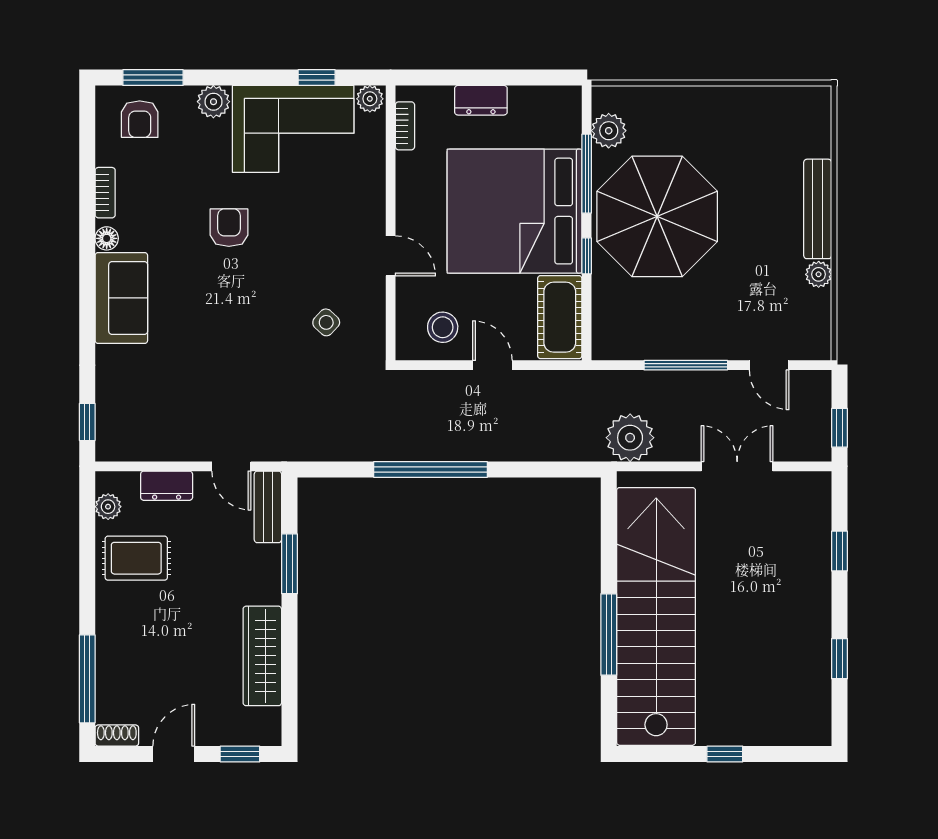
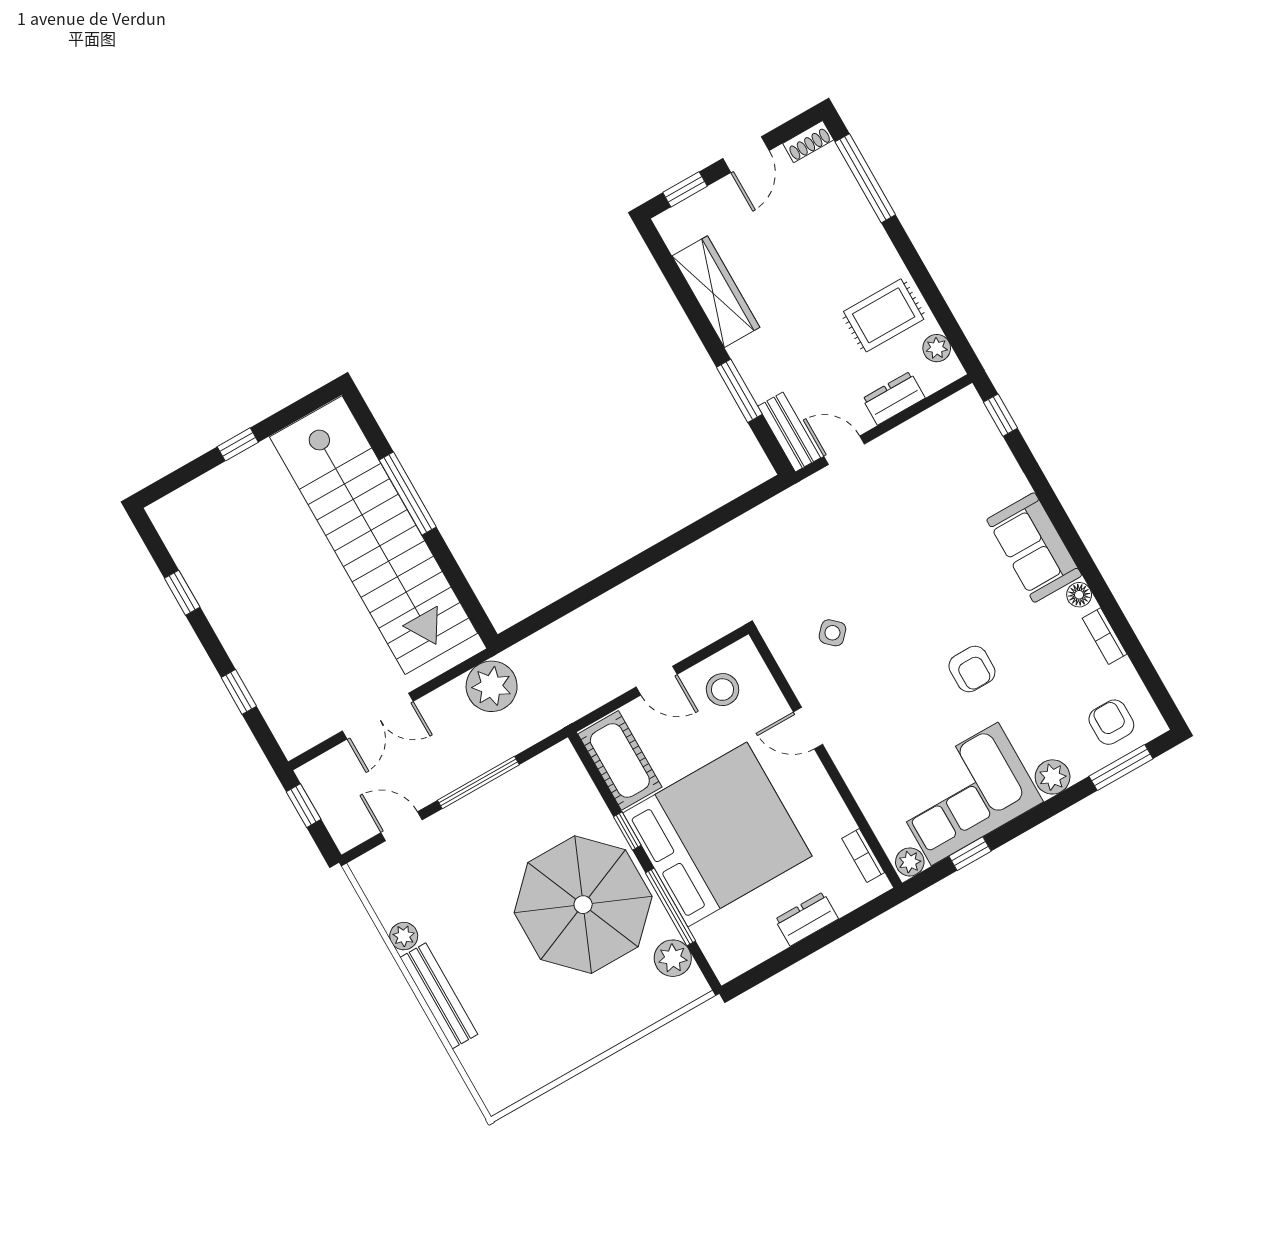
window: (430, 470) -> (659, 552), removed

